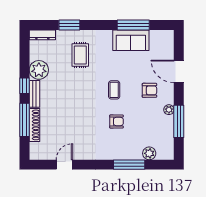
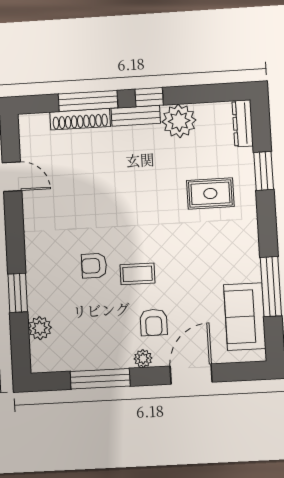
sofa: (131, 40) -> (245, 317), moved
coffee table: (114, 90) -> (137, 274), moved
plant: (169, 110) -> (143, 358), moved
armchair: (116, 121) -> (94, 266), turned 90
window: (129, 165) -> (18, 293), width x0.69

